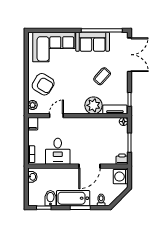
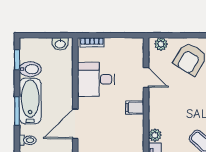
plant: (93, 105) -> (155, 135), width x0.53, depth x0.53
filing cabinet: (33, 124) -> (135, 108), moved
door: (89, 166) -> (75, 124), hinge flipped

